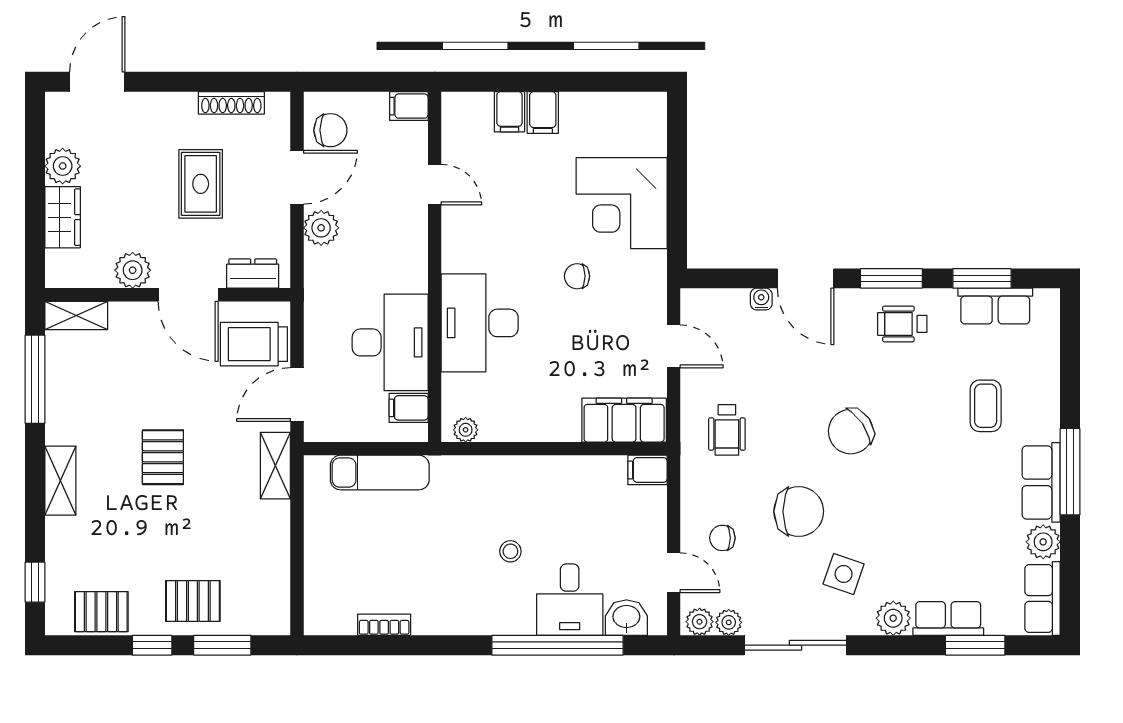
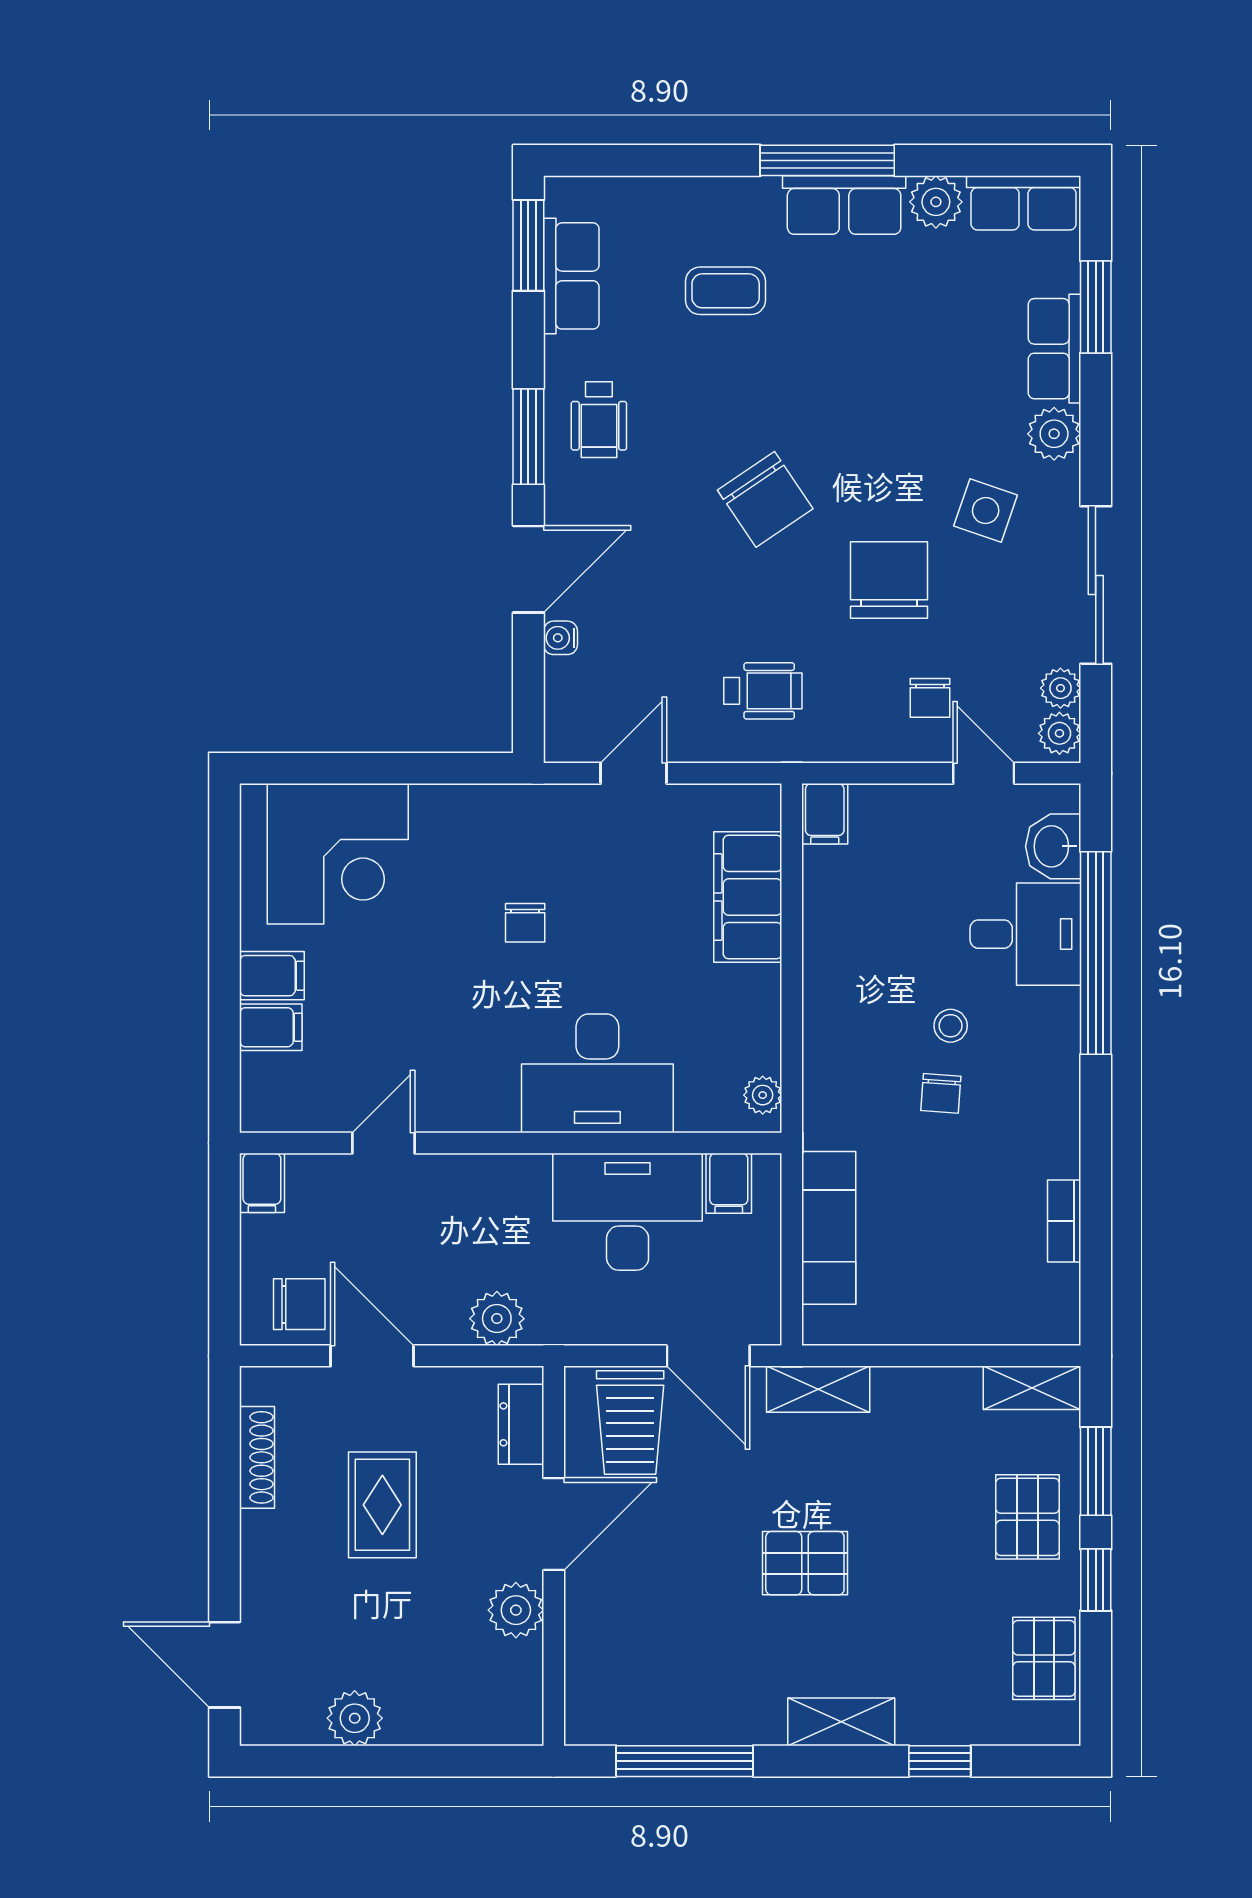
chair: (330, 130) -> (299, 1304), turned 90
rug: (201, 184) -> (382, 1505), turned 90
corner desk: (622, 203) -> (338, 854), moved
wardrobe: (63, 217) -> (434, 1718), removed
plant: (321, 228) -> (497, 1319), moved
window: (982, 278) -> (528, 245), moved
shelving: (76, 315) -> (1032, 1388), moved, turned 90
filing cabinet: (624, 420) -> (748, 897), moved
chair: (467, 545) -> (941, 1093), added
door: (674, 573) -> (984, 773), hinge flipped
window: (35, 582) -> (940, 1761), moved

